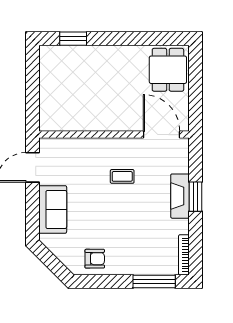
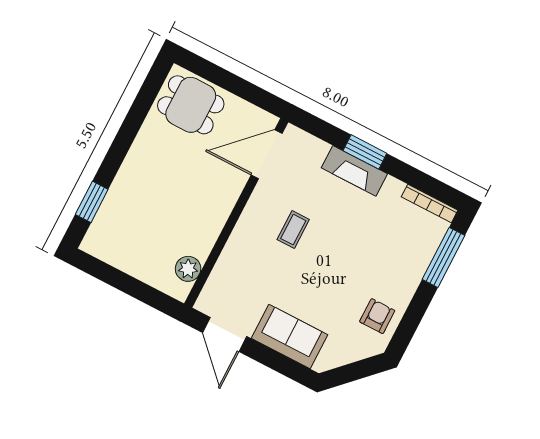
plant: (62, 122) -> (188, 269), added

